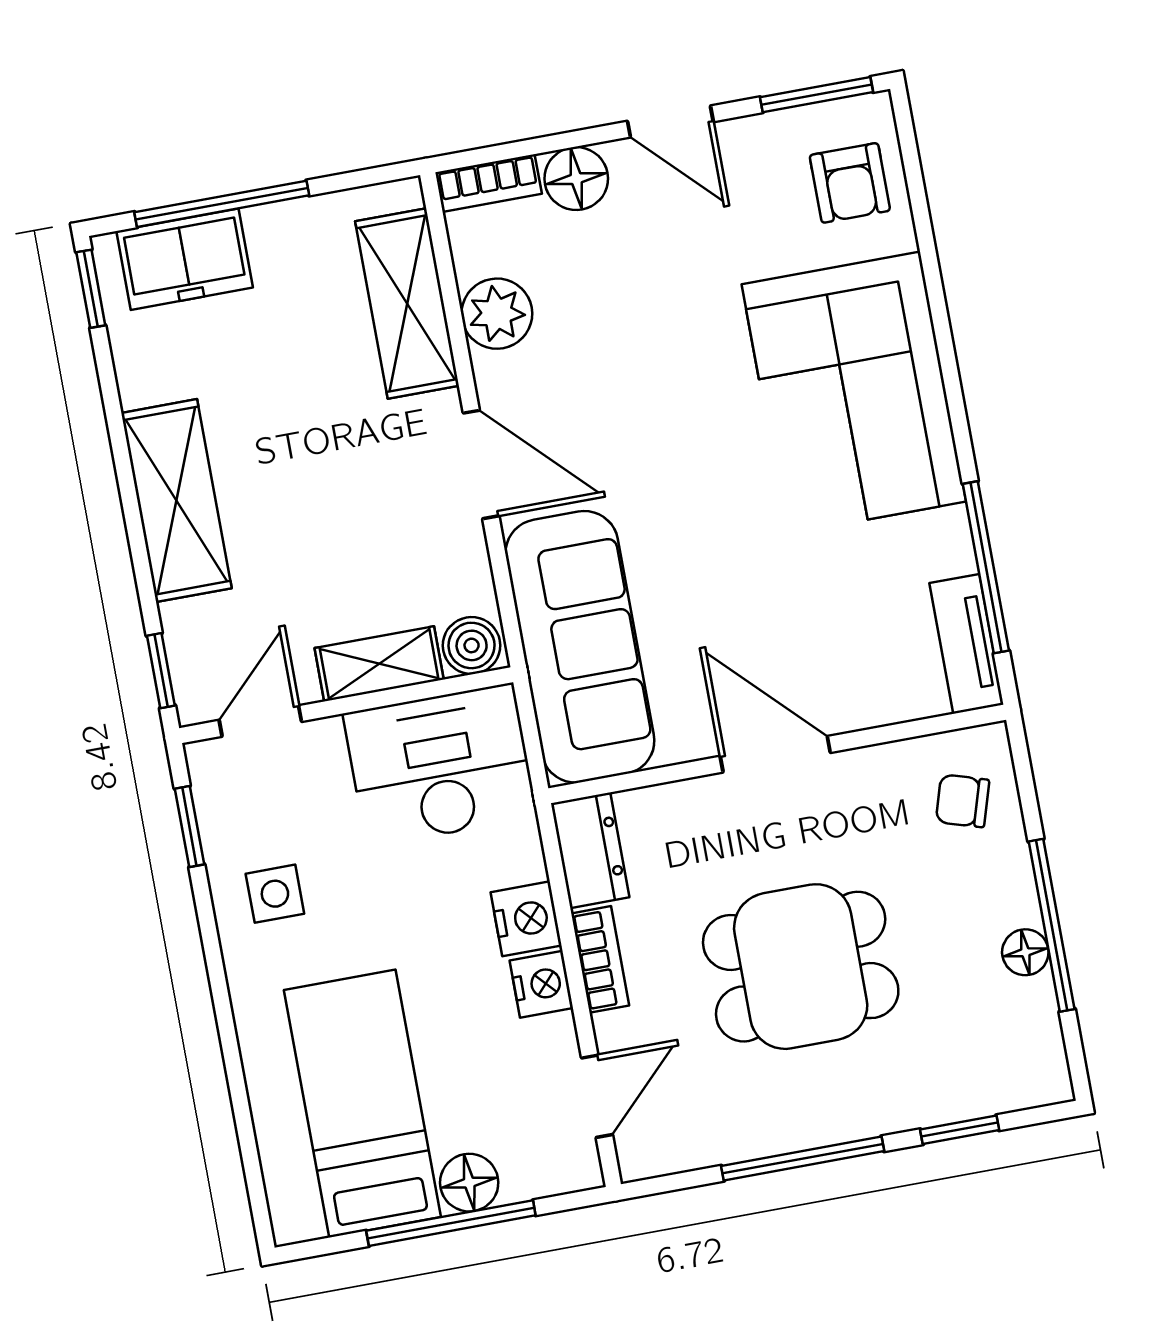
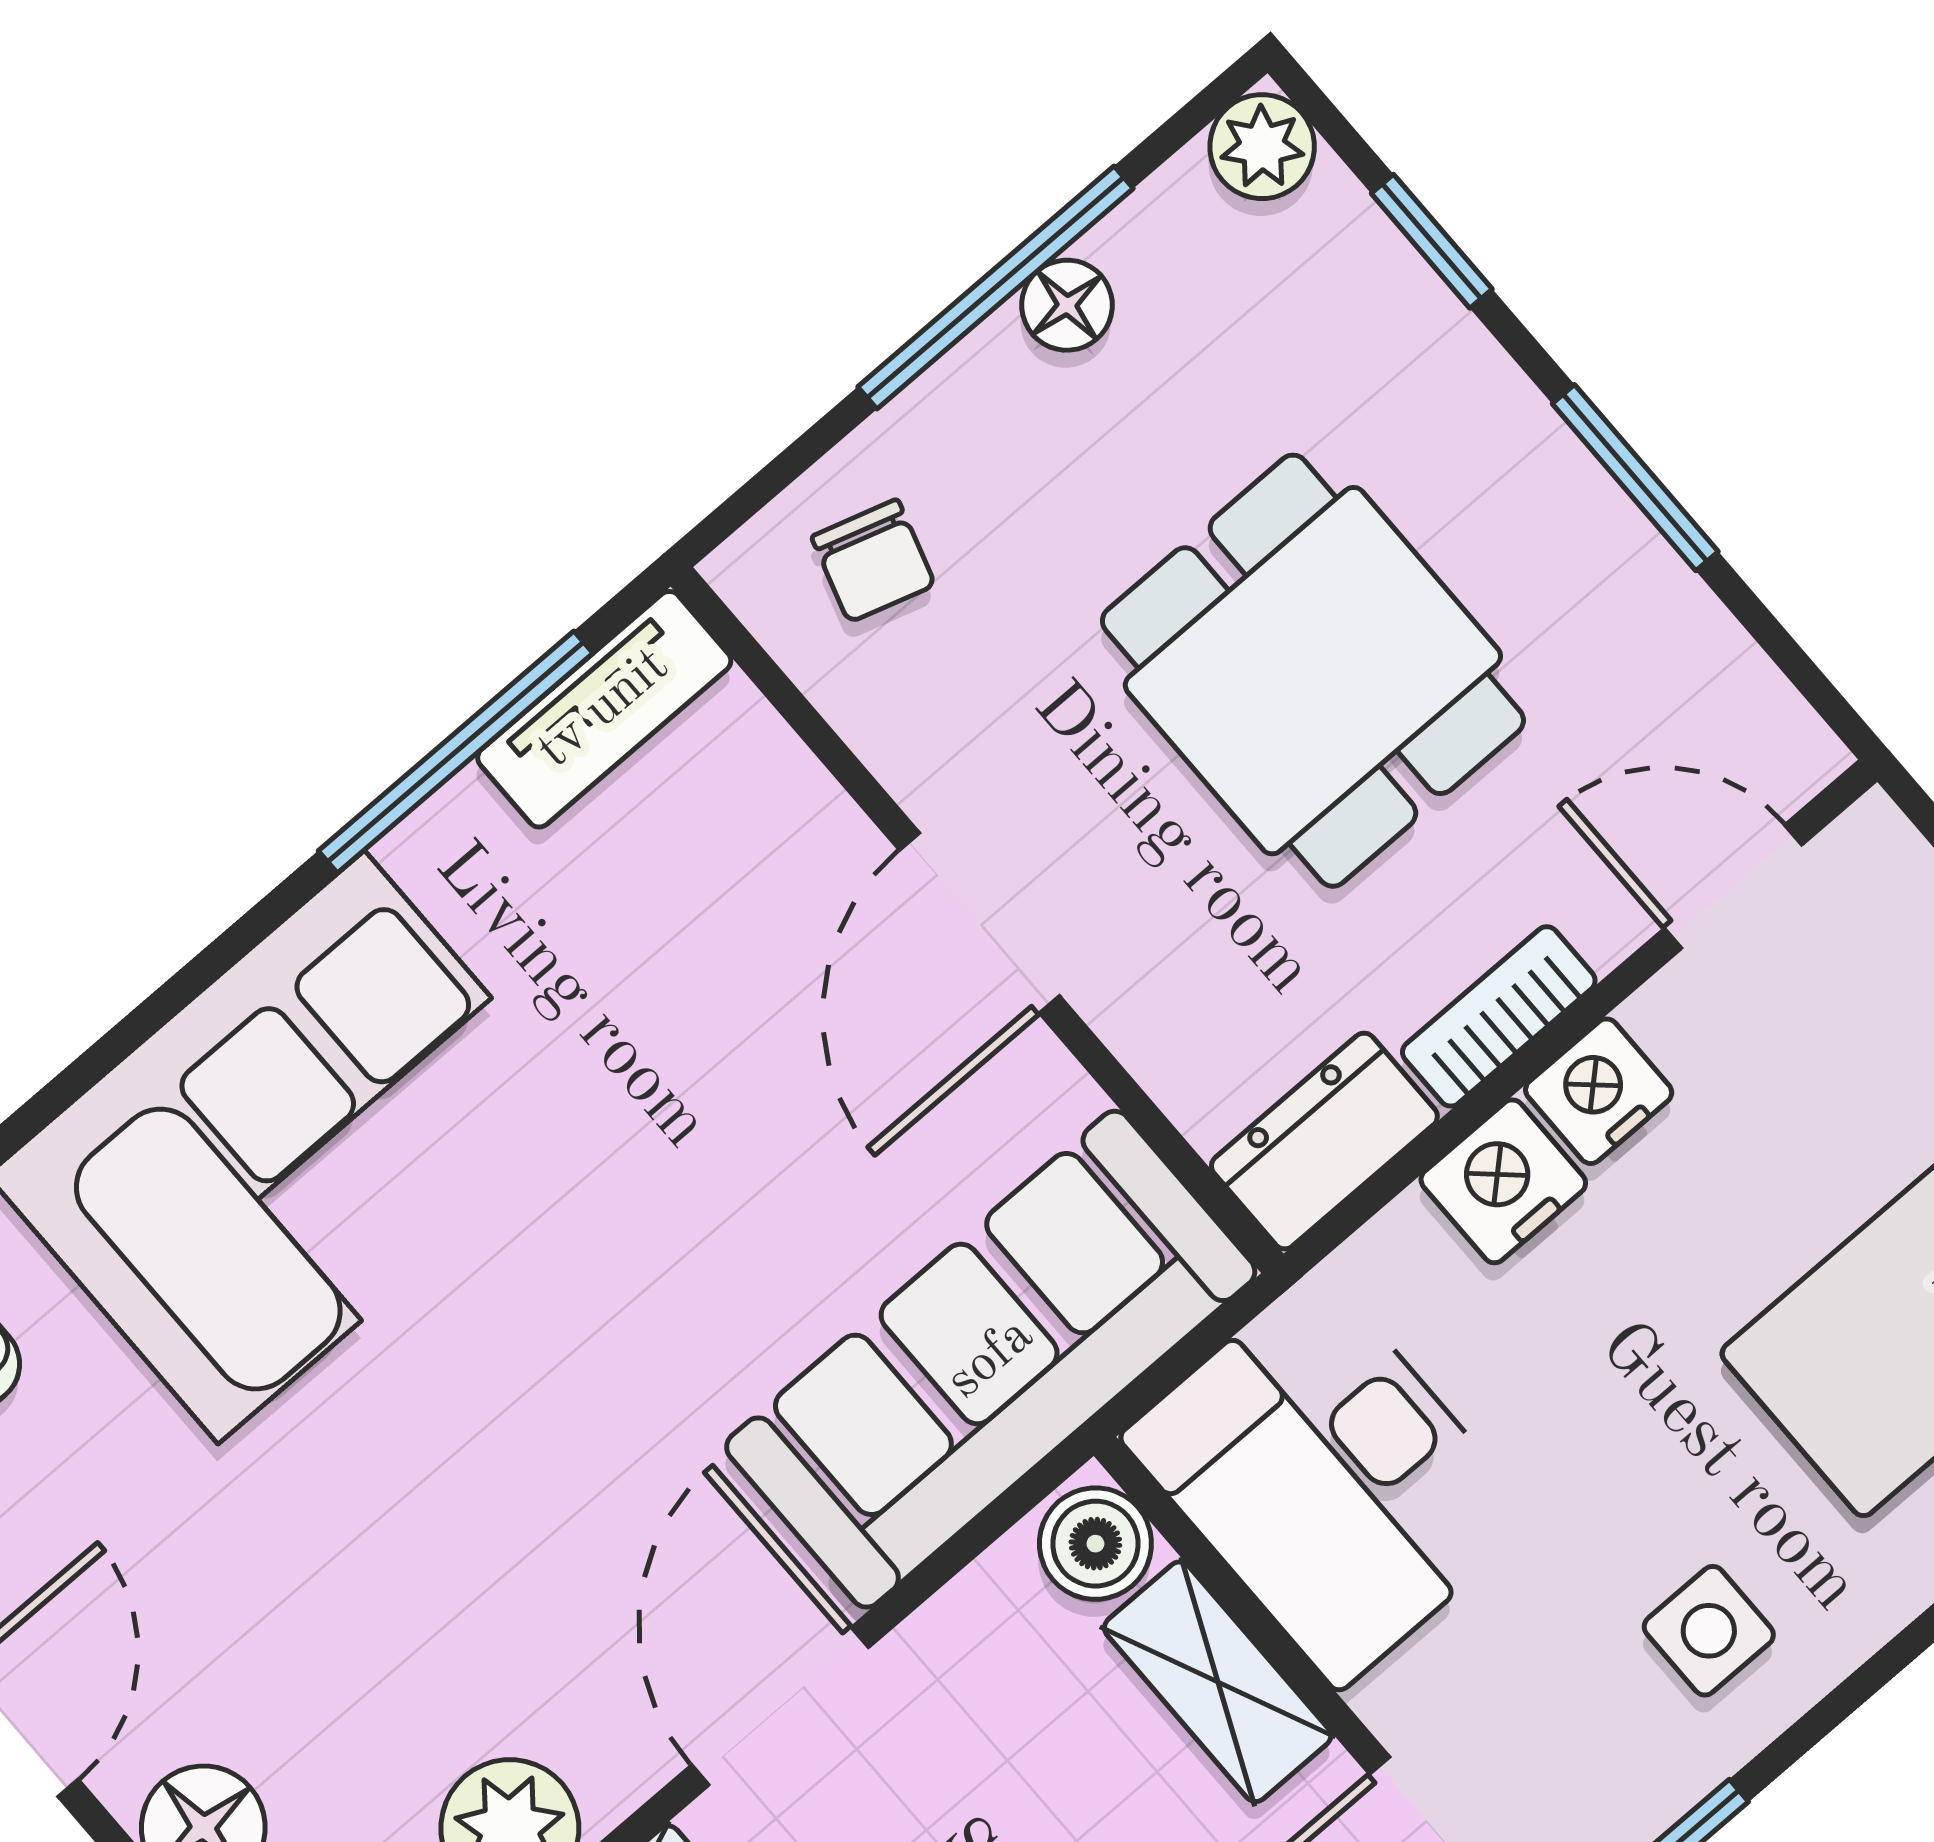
plant: (1045, 1079) -> (1262, 147), added
window: (803, 1158) -> (1635, 478), width x0.69

